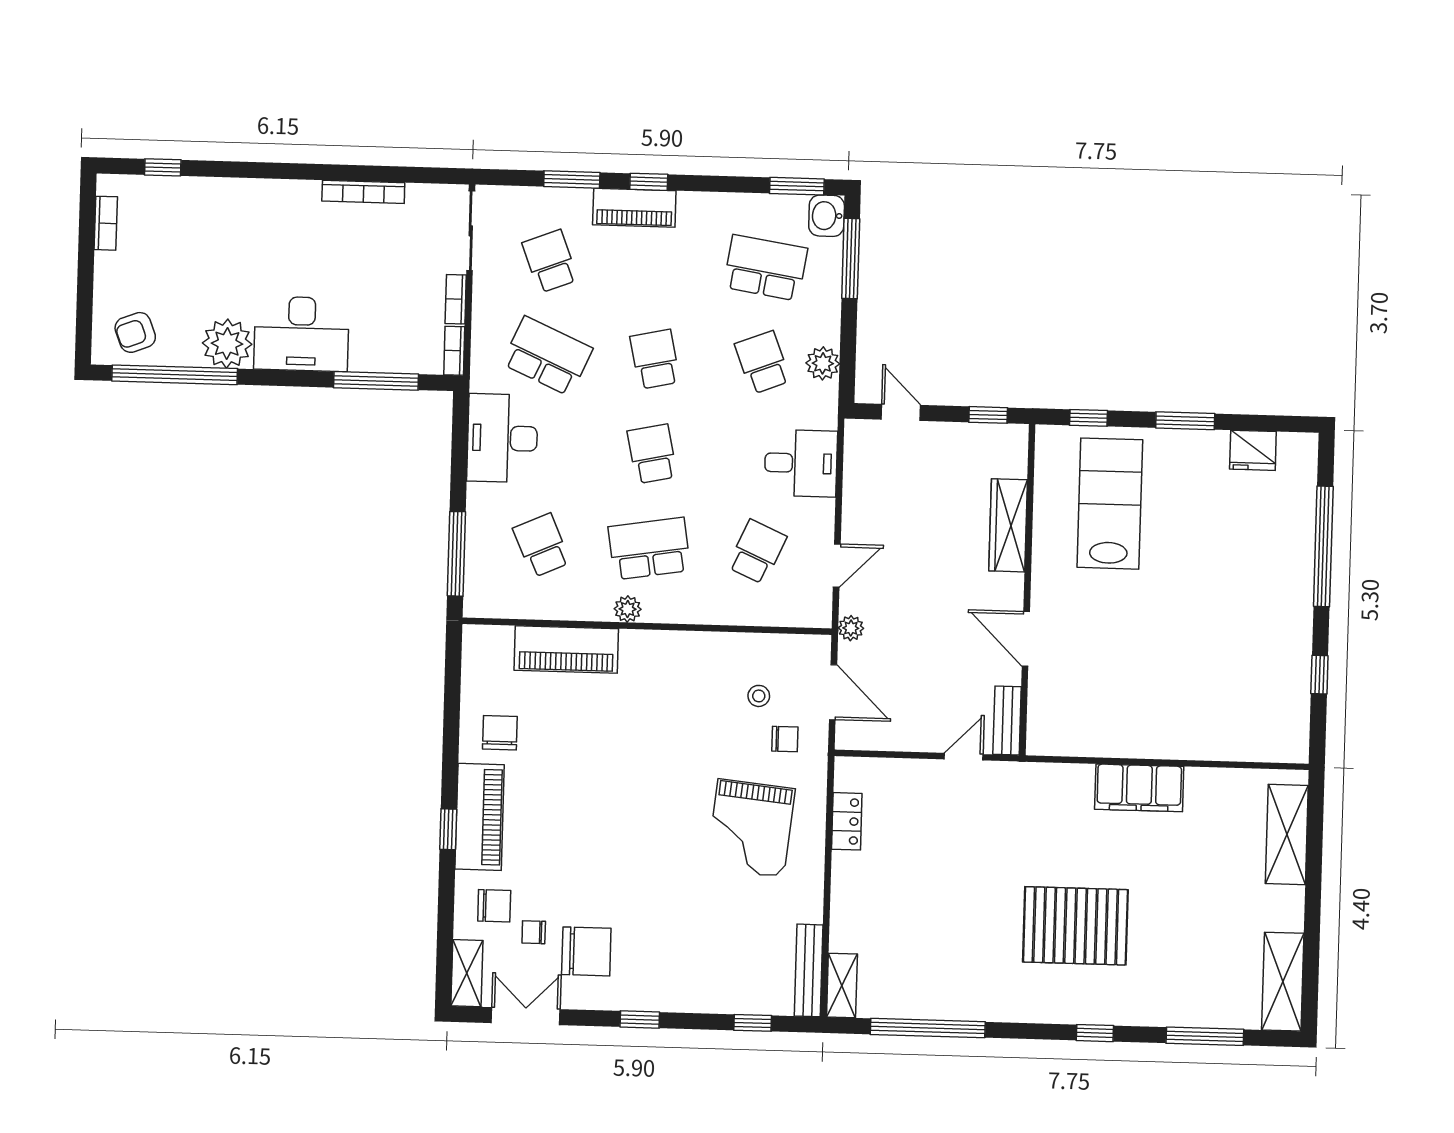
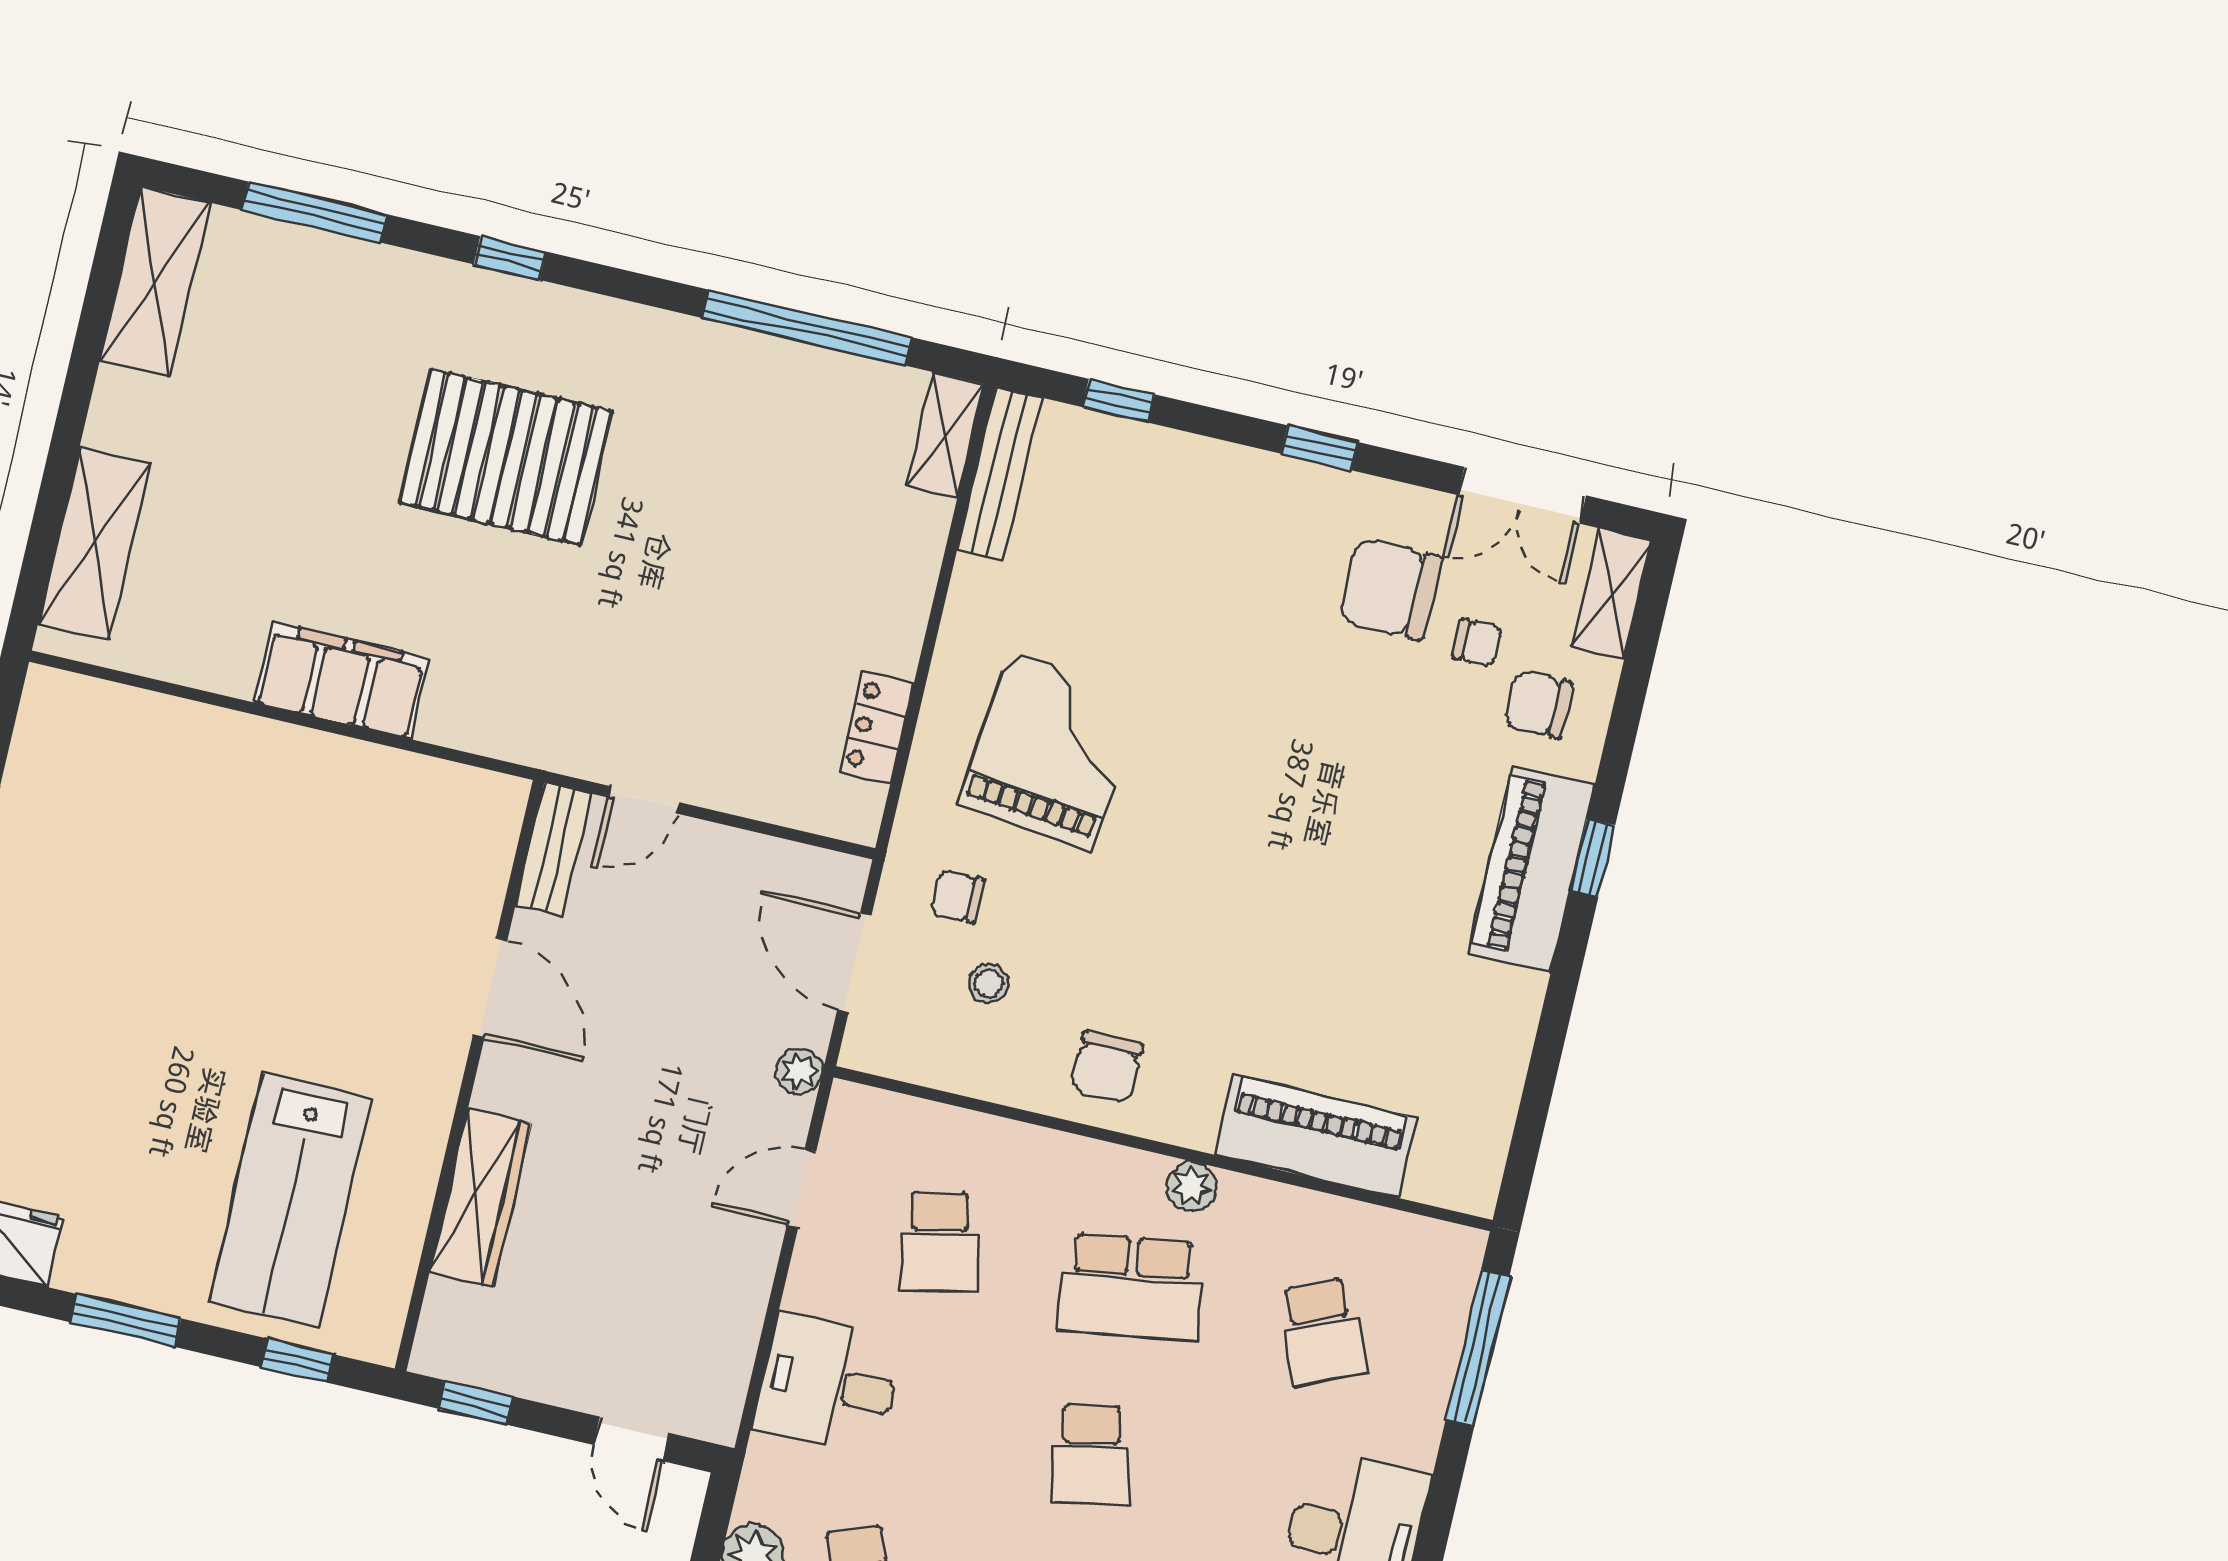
school desk: (757, 552) -> (939, 1242), turned -36
chair: (500, 733) -> (1107, 1067), moved

